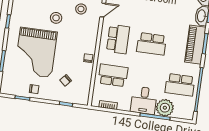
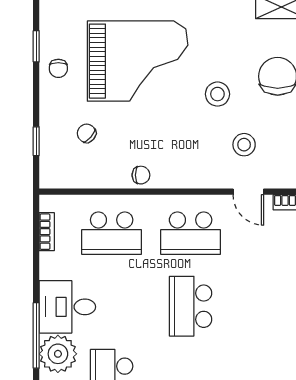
grand piano: (36, 52) -> (138, 61), turned 180
school desk: (113, 75) -> (112, 233), turned 90

